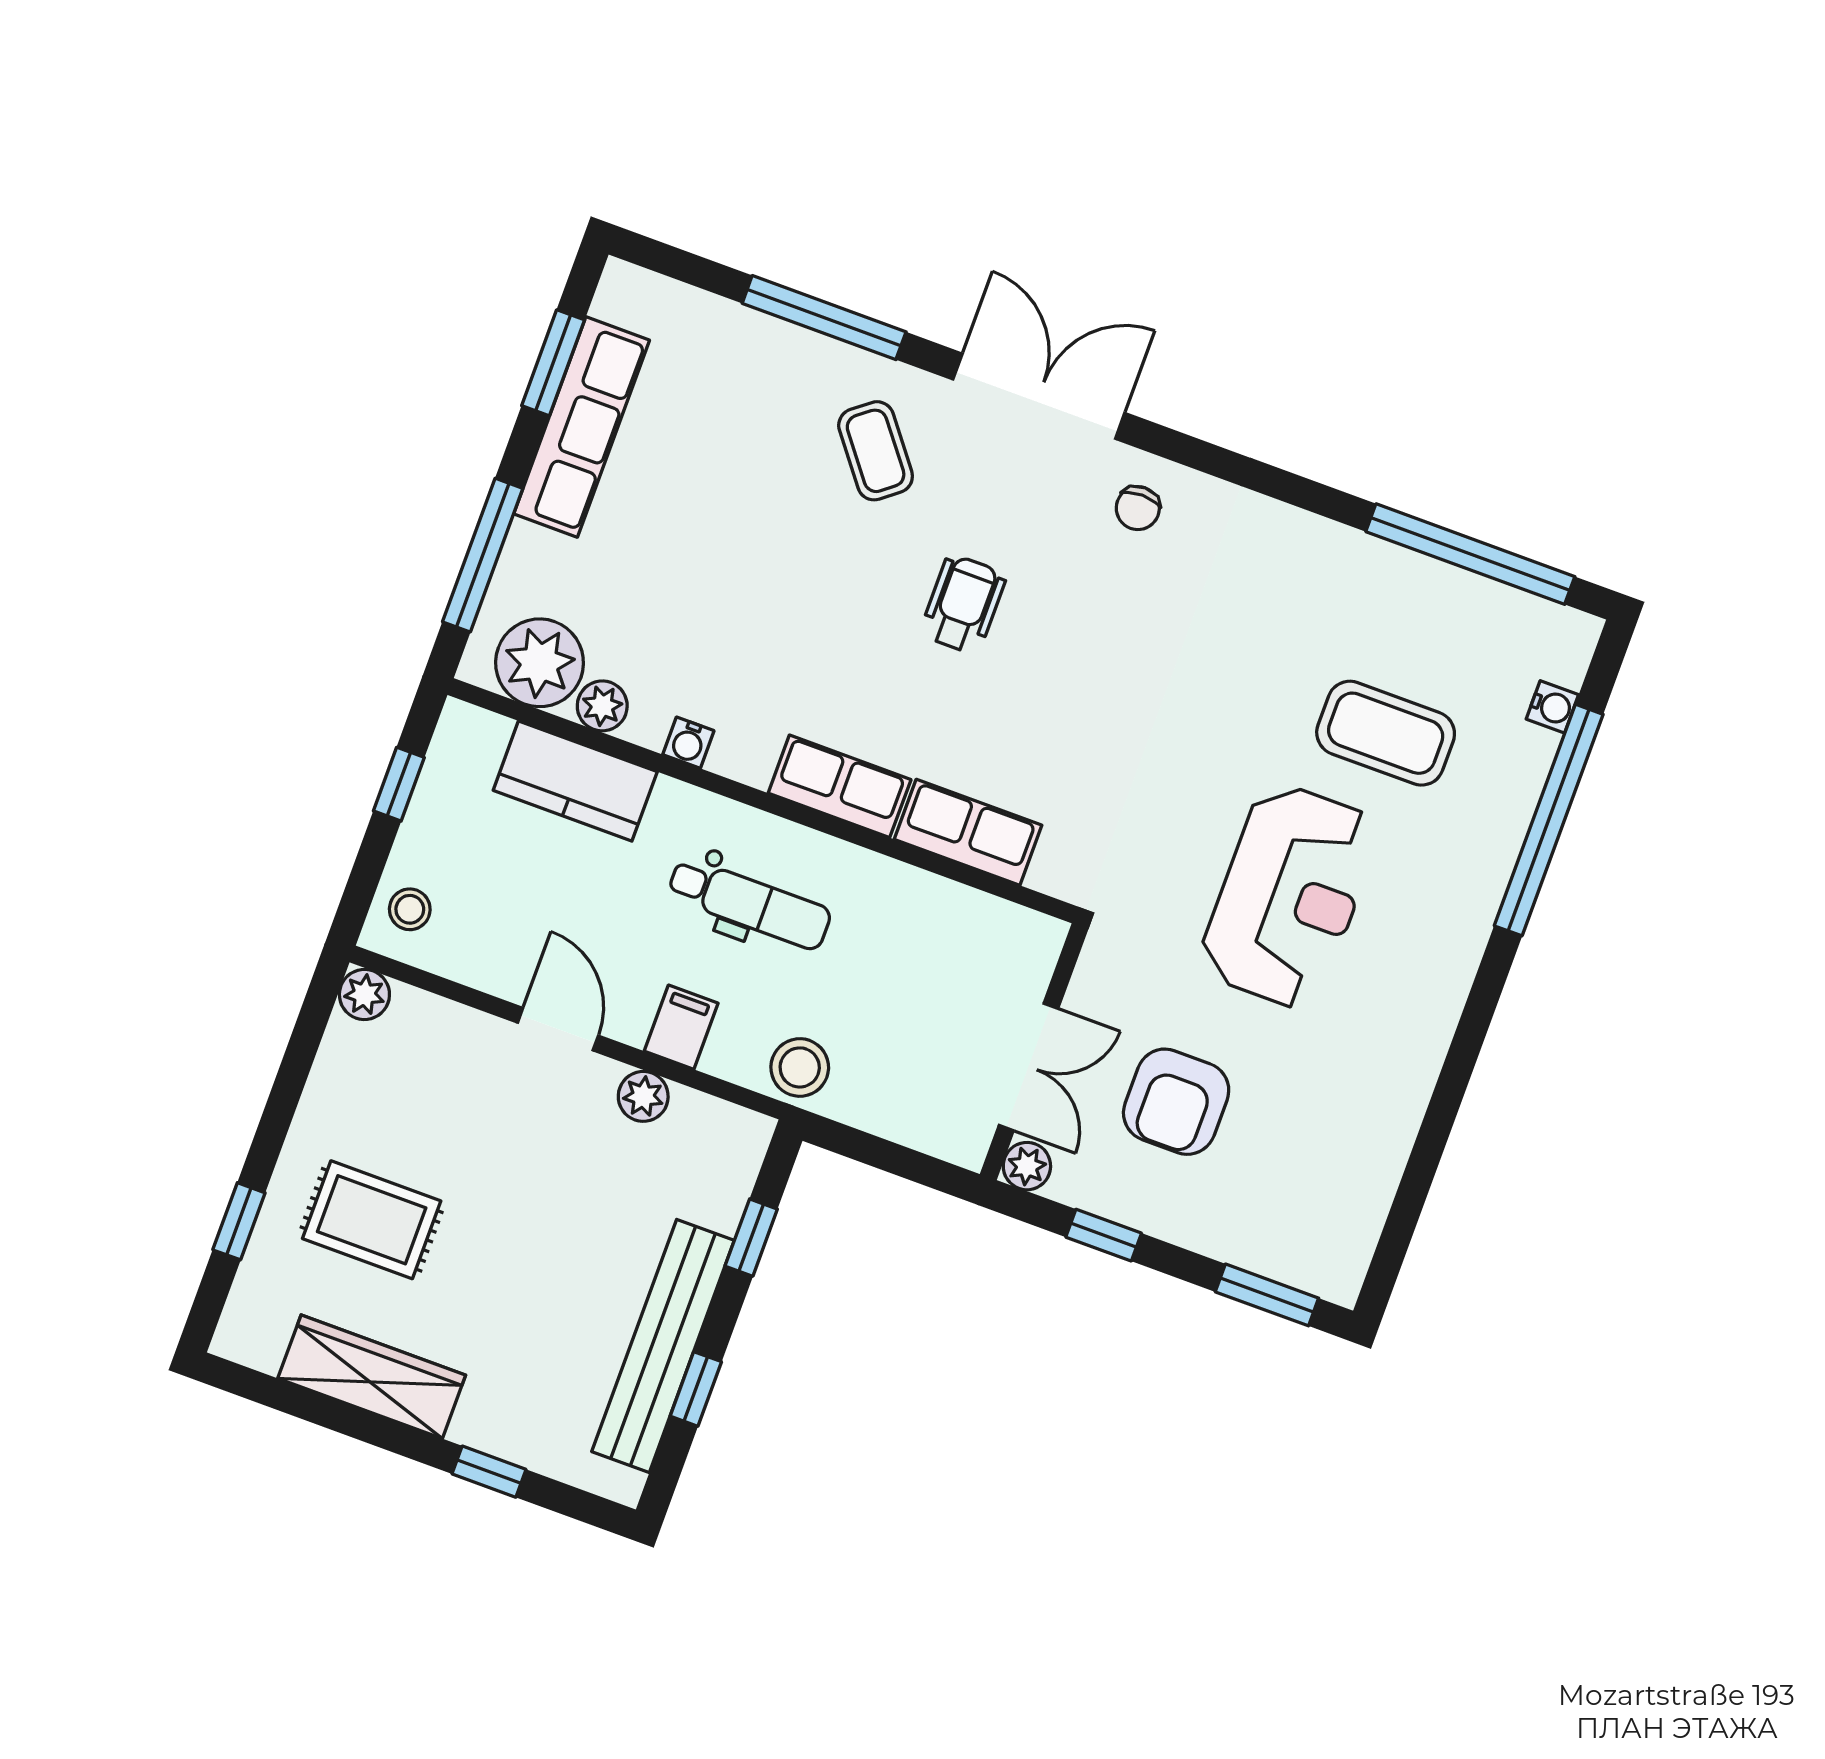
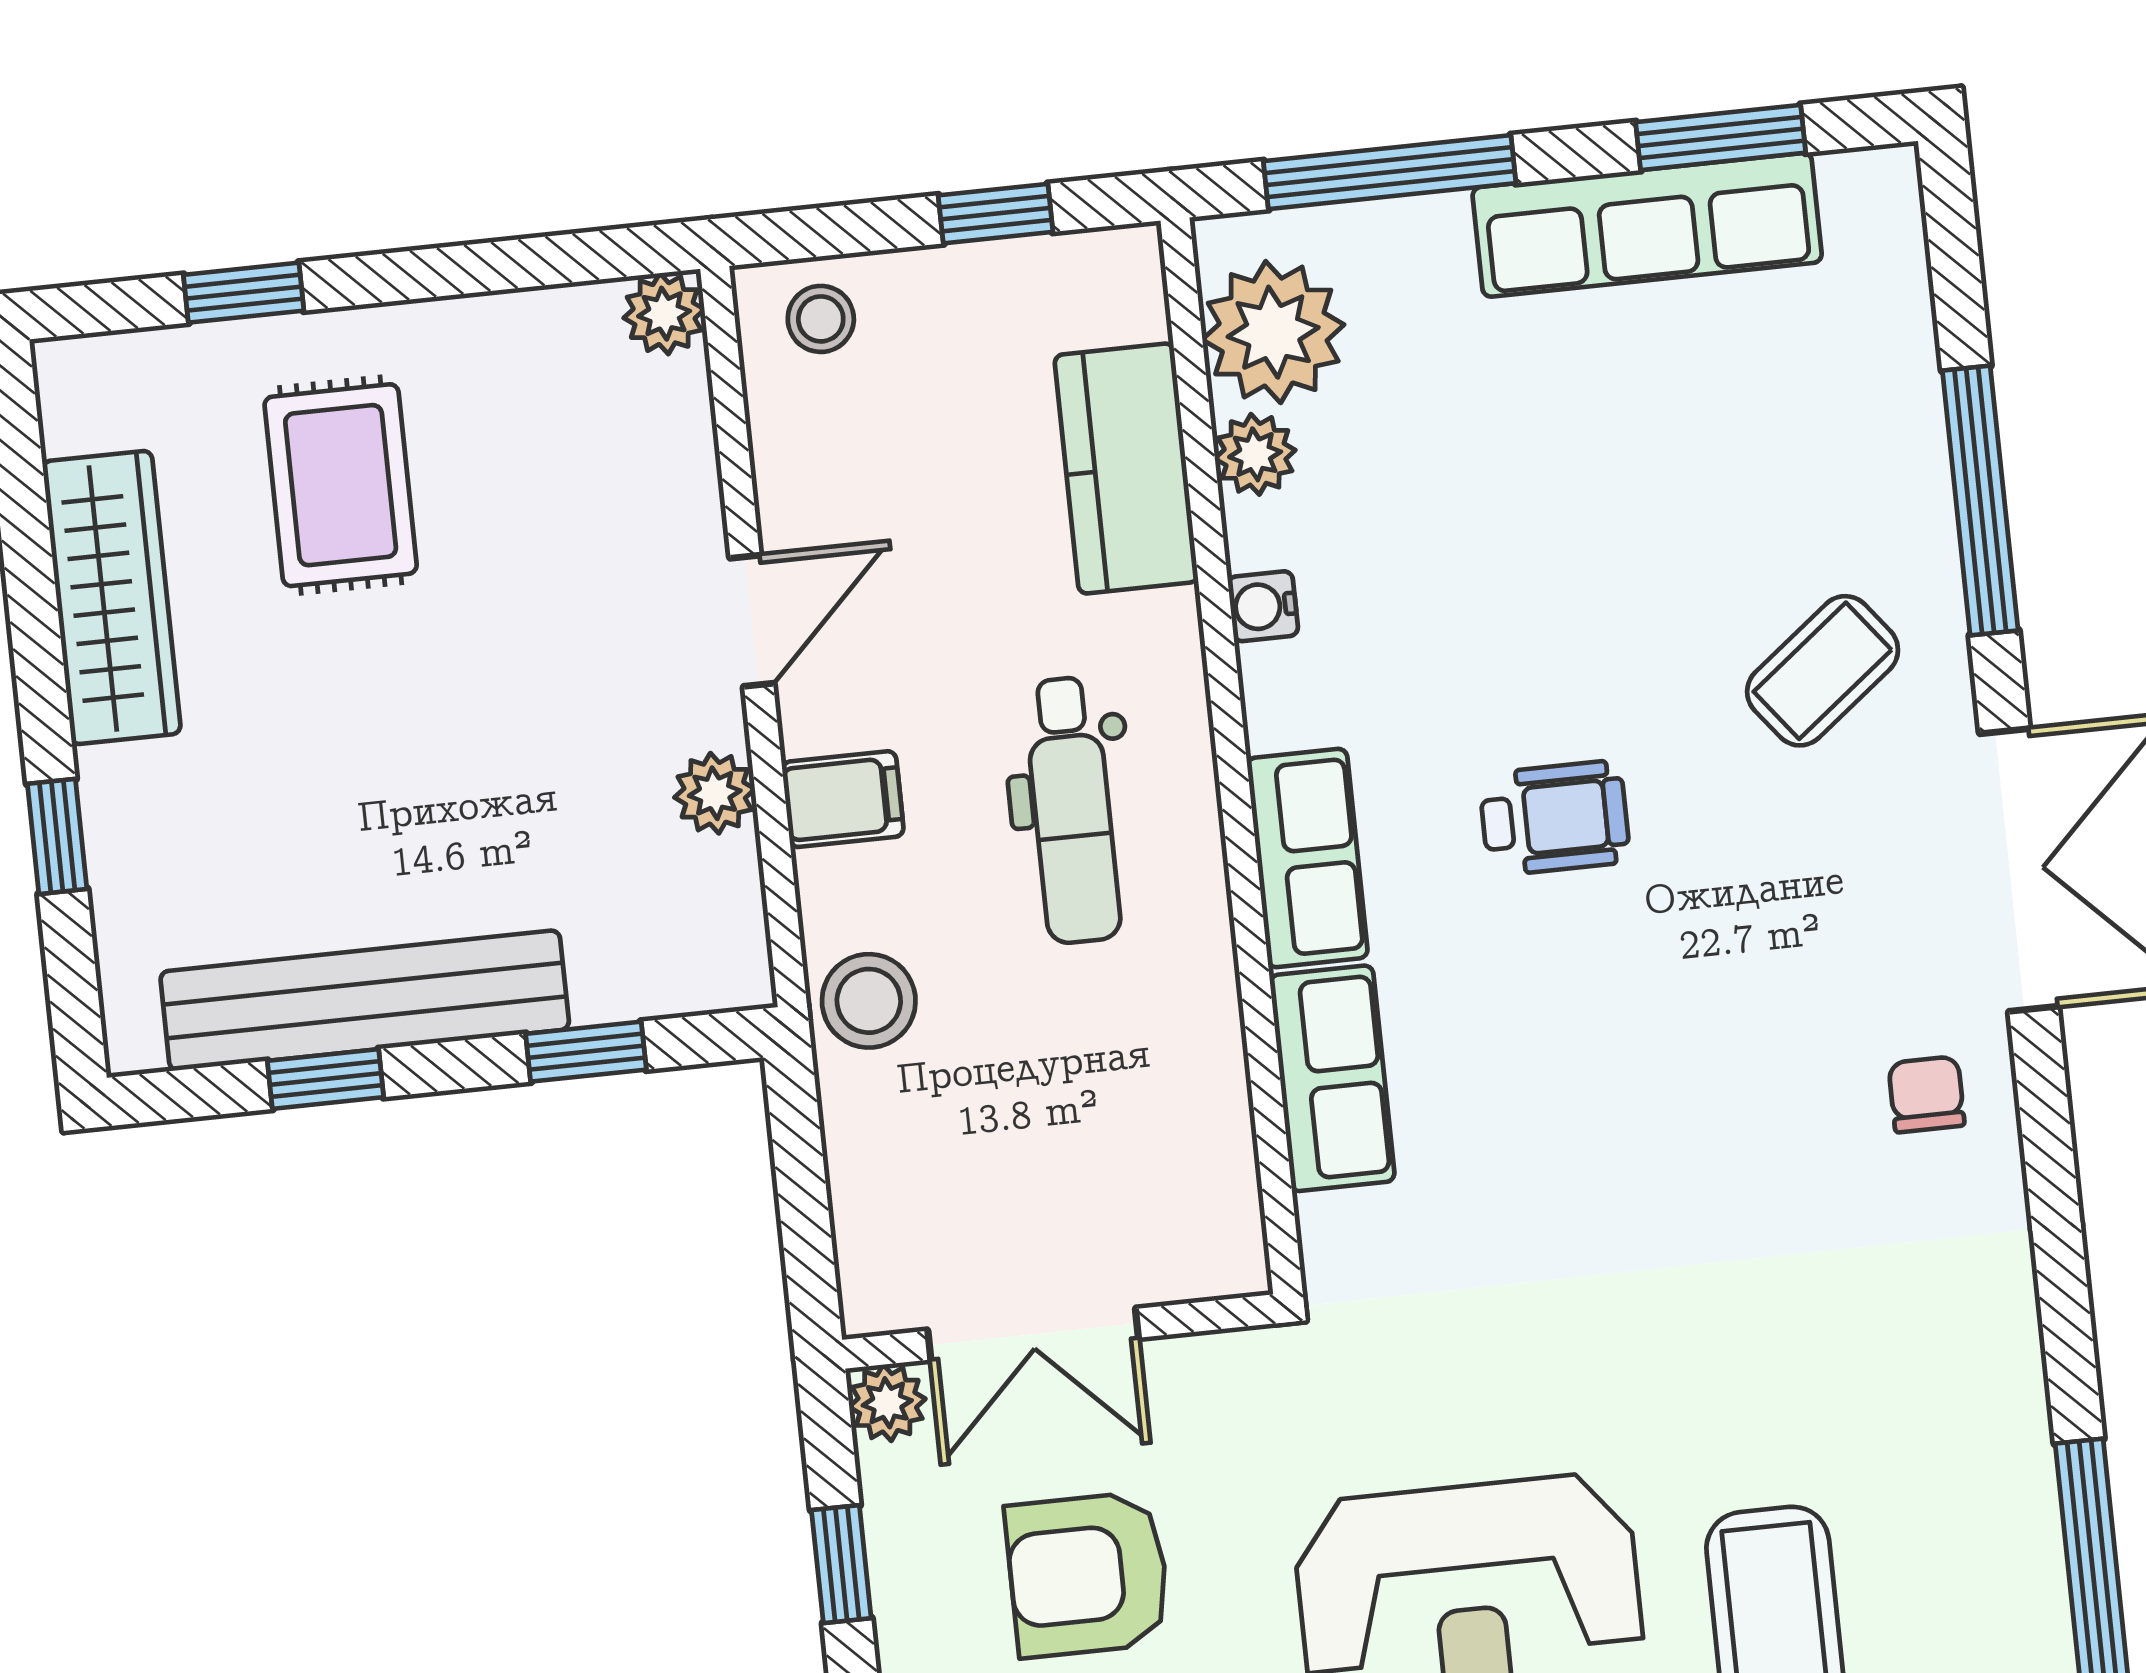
chair: (1138, 508) -> (1926, 1094), turned 90
wheelchair: (963, 604) -> (1554, 818), moved

